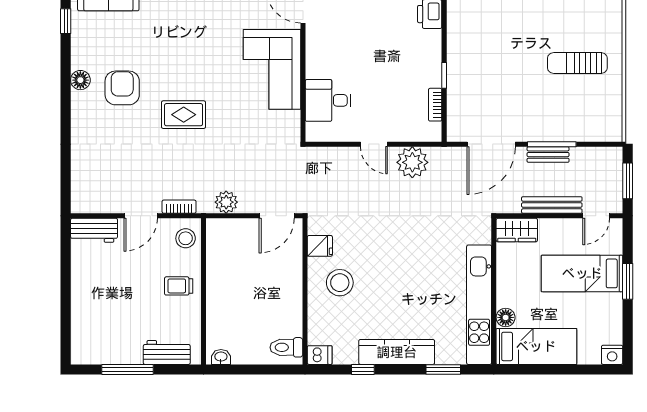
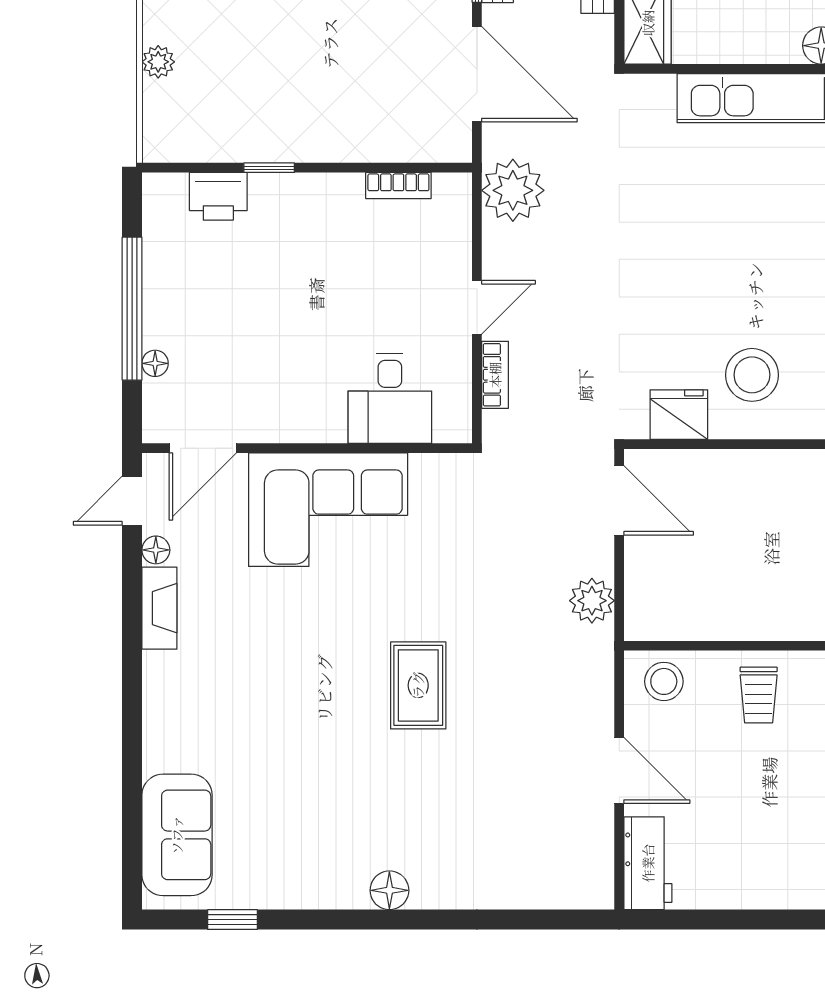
window: (444, 75) -> (269, 168), moved
floor lamp: (80, 80) -> (389, 890), moved
armchair: (122, 88) -> (365, 807), removed
plant: (412, 162) -> (513, 190), moved
bookcase: (179, 207) -> (495, 375), moved, turned 180
fridge: (320, 246) -> (679, 415), width x1.38

